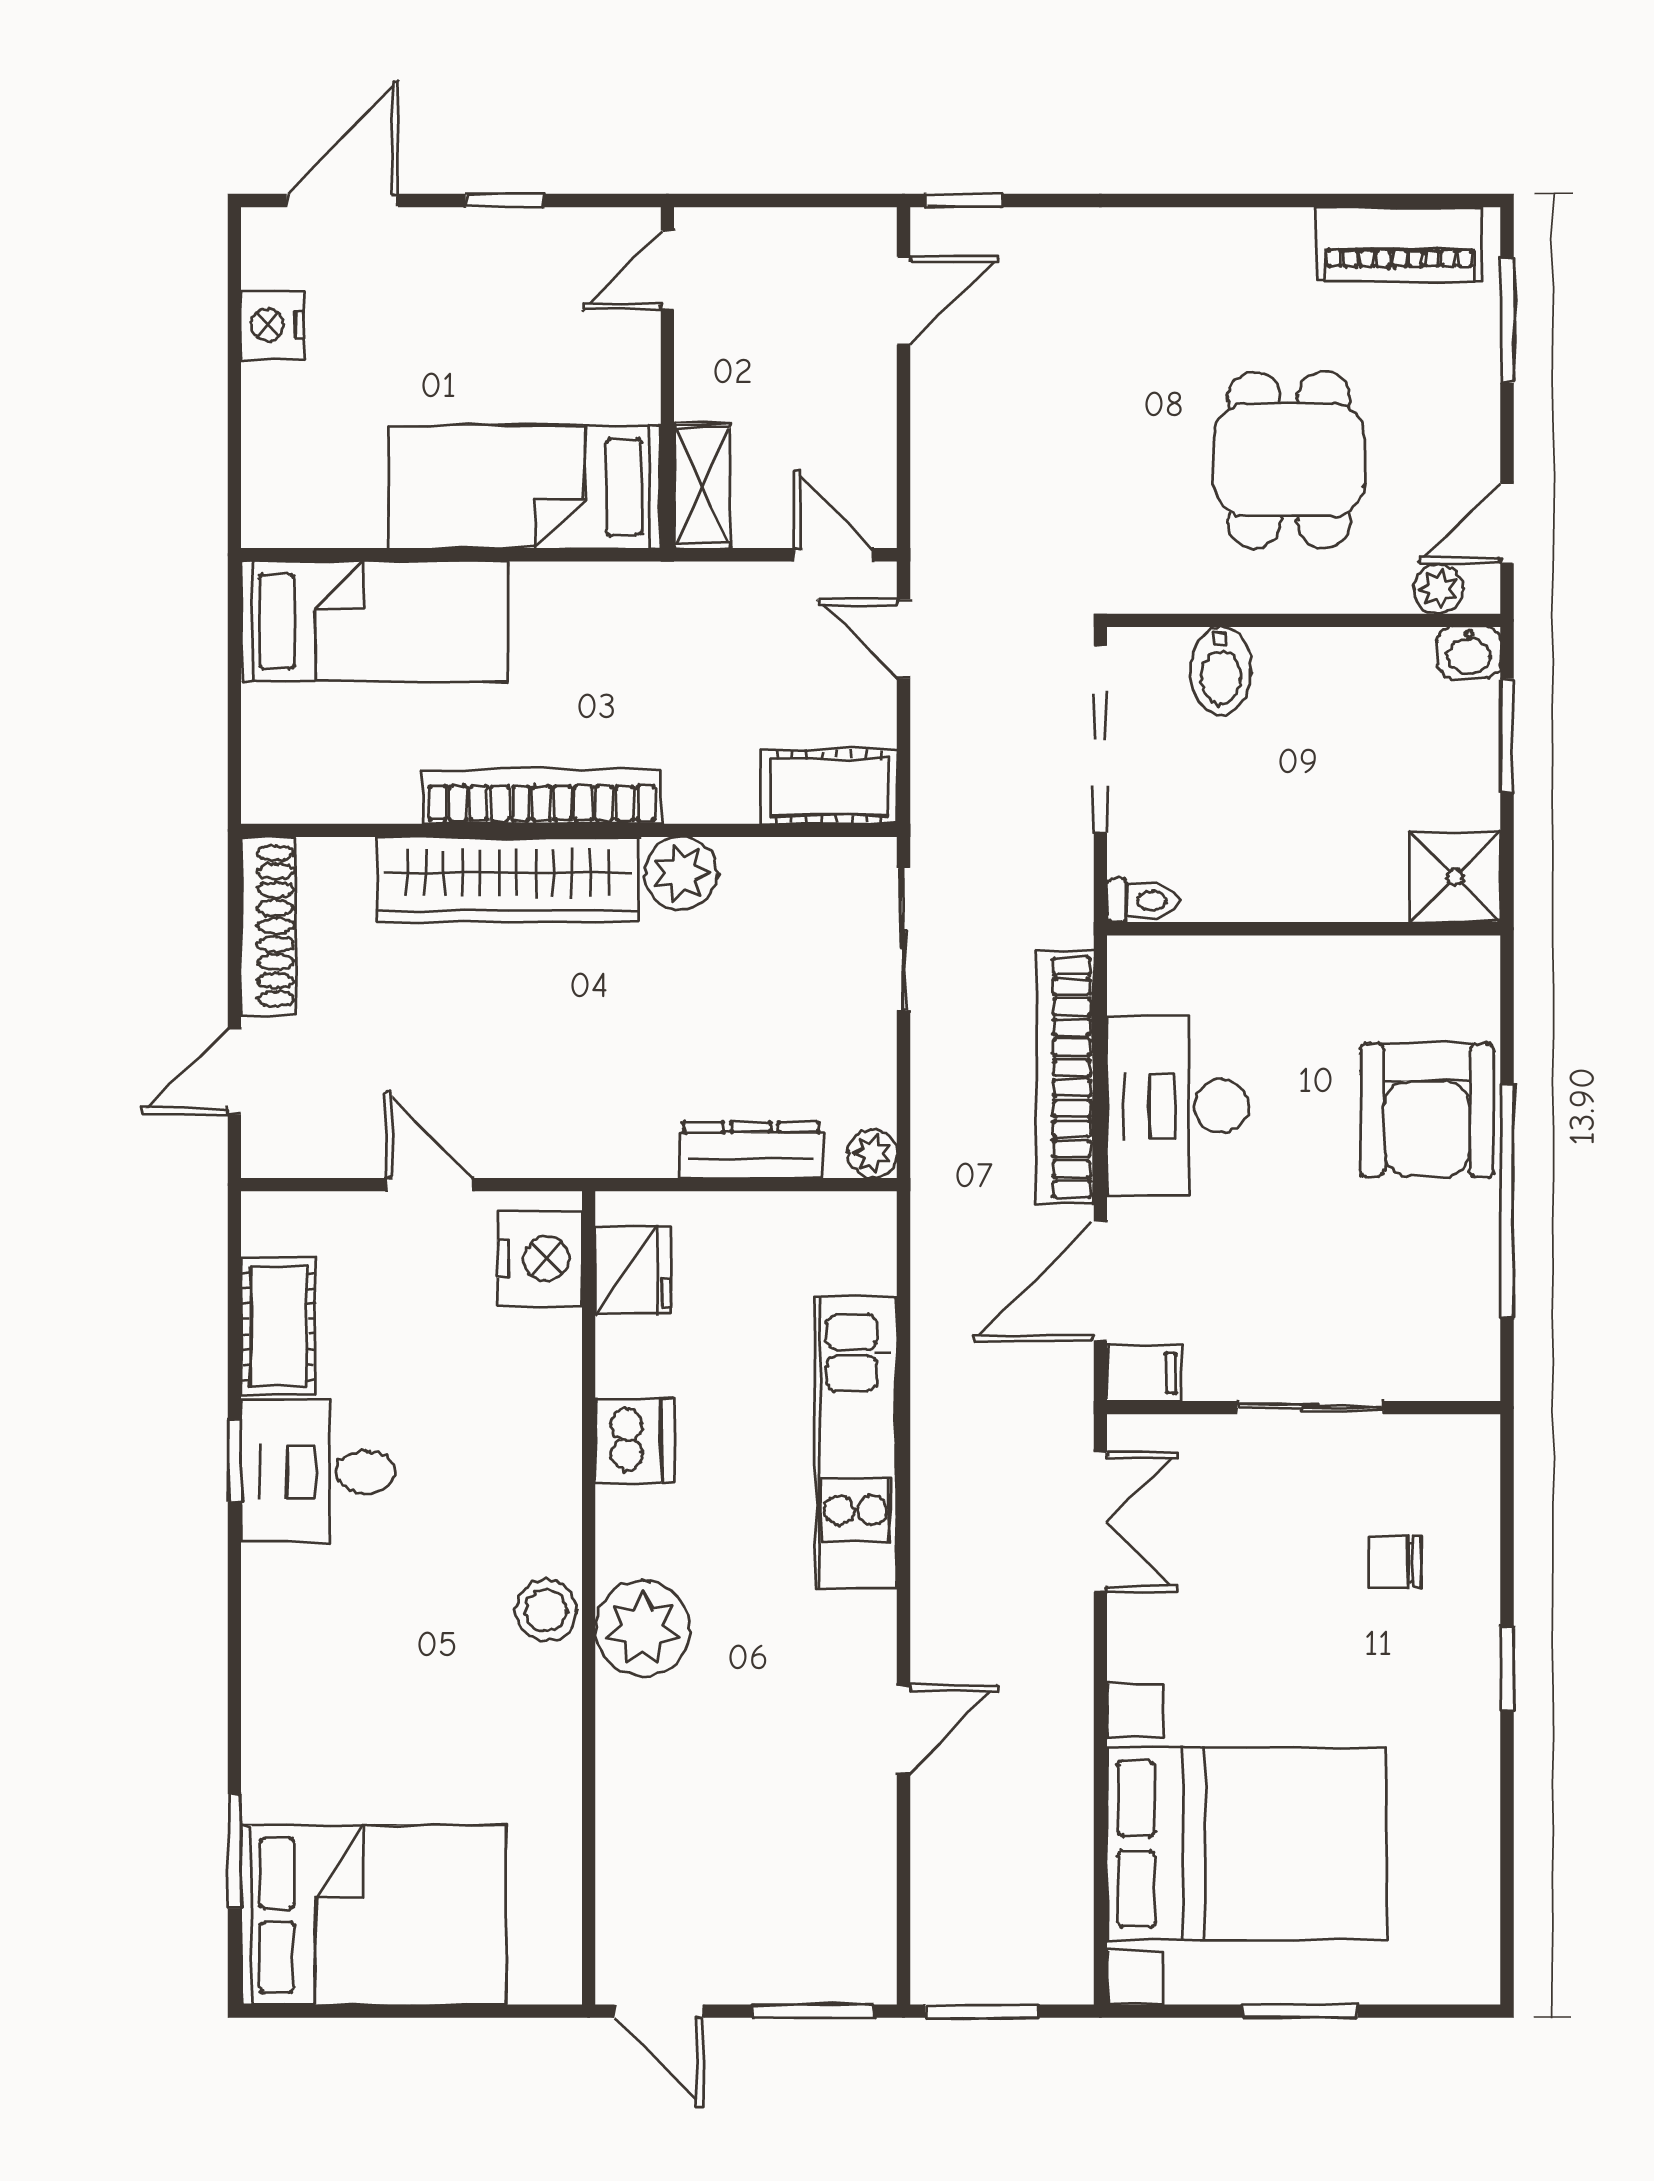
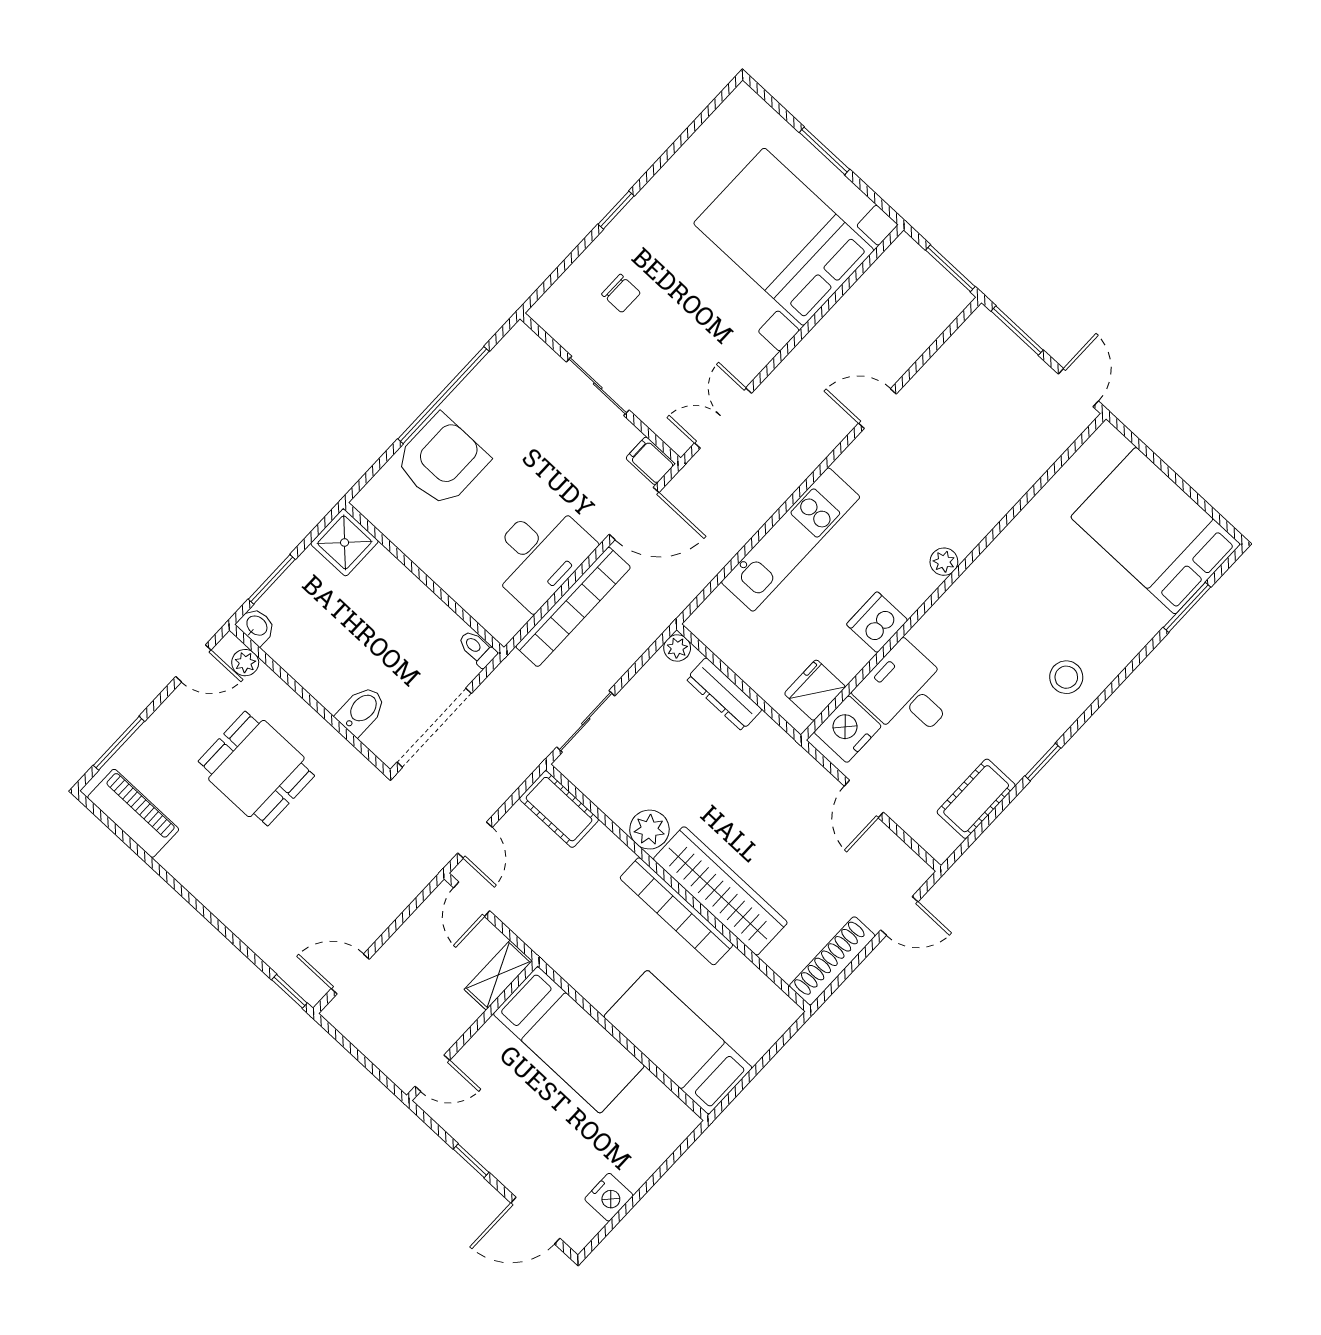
dining table: (1289, 460) -> (256, 769), turned 90
desk: (318, 1472) -> (907, 693), moved, turned 180
stool: (546, 1611) -> (1066, 677), moved
plant: (643, 1629) -> (944, 562), width x0.53, depth x0.53

